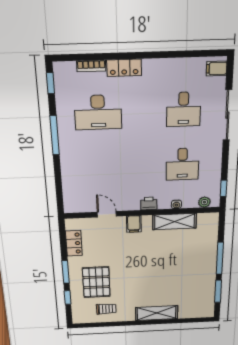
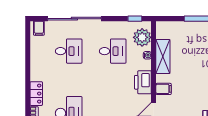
sliding door: (227, 115) -> (74, 19), width x1.36
plant: (204, 202) -> (142, 37), width x1.87, depth x1.87
printer: (149, 204) -> (143, 82), width x1.87, depth x1.48

